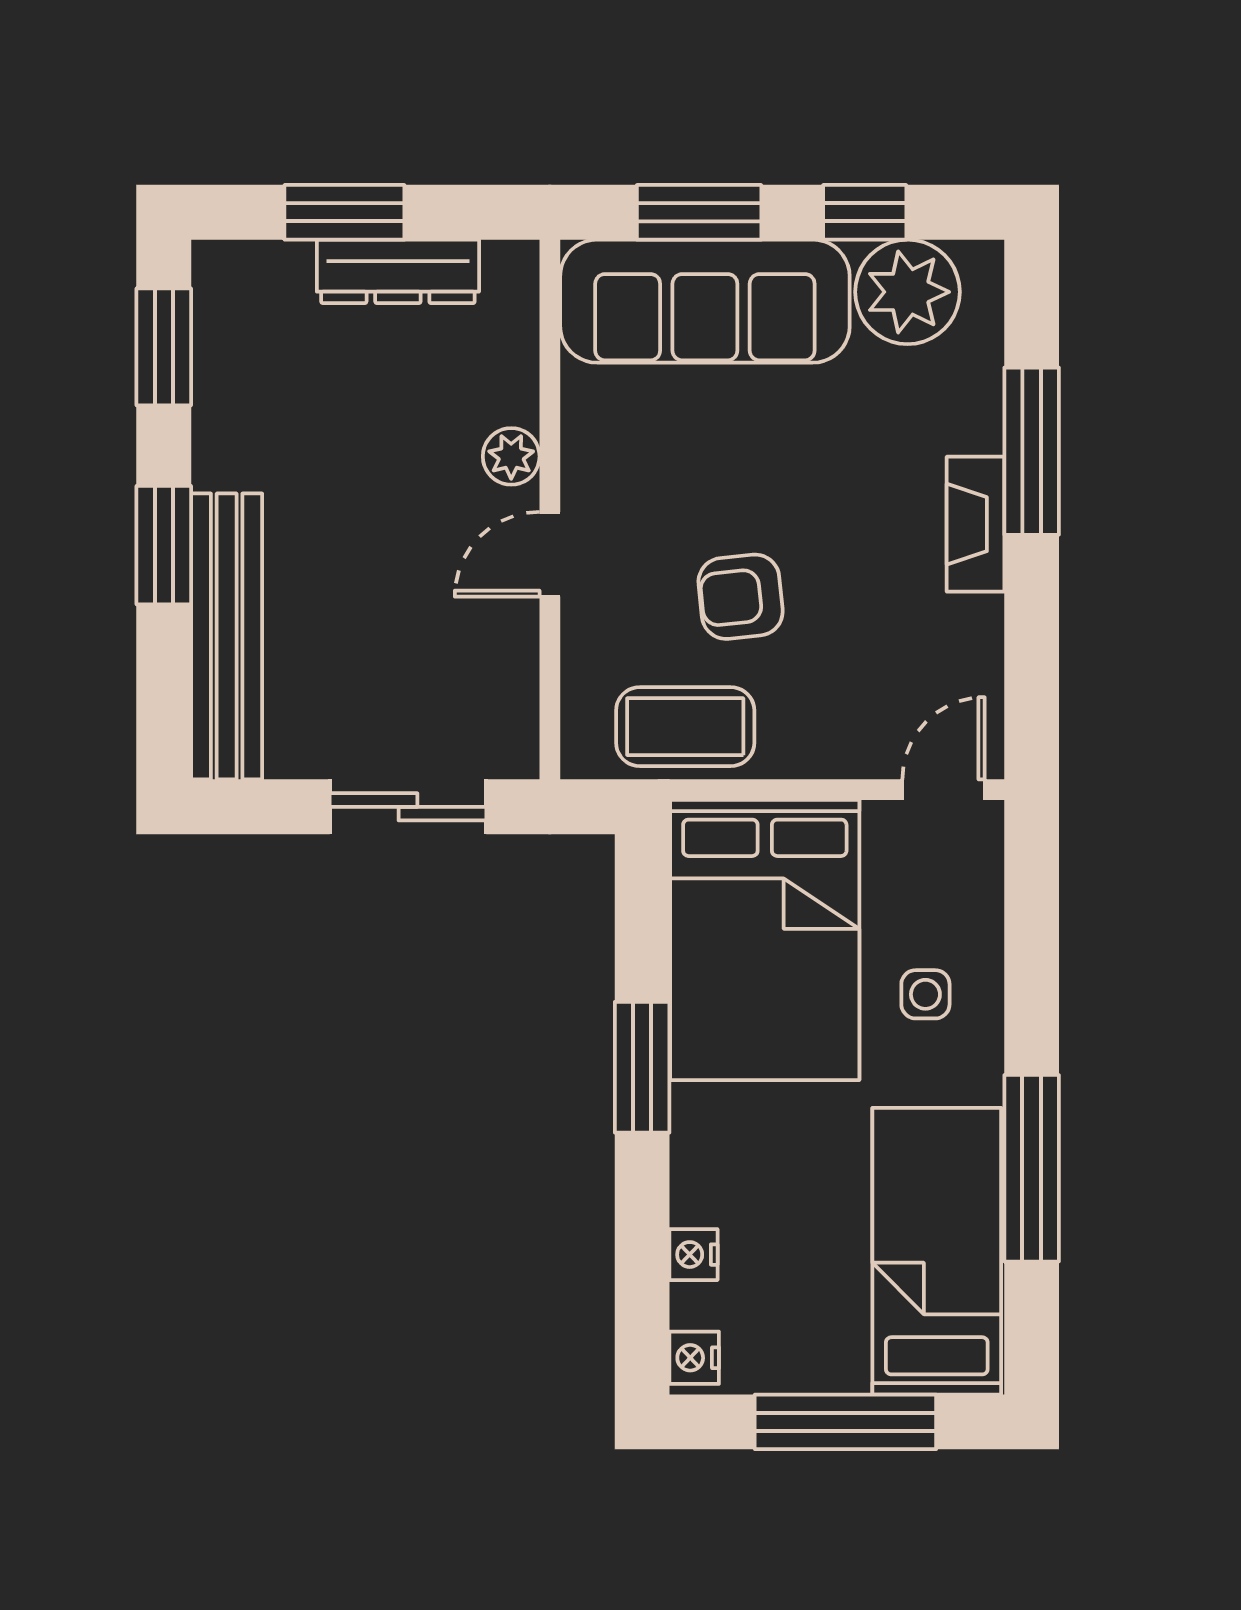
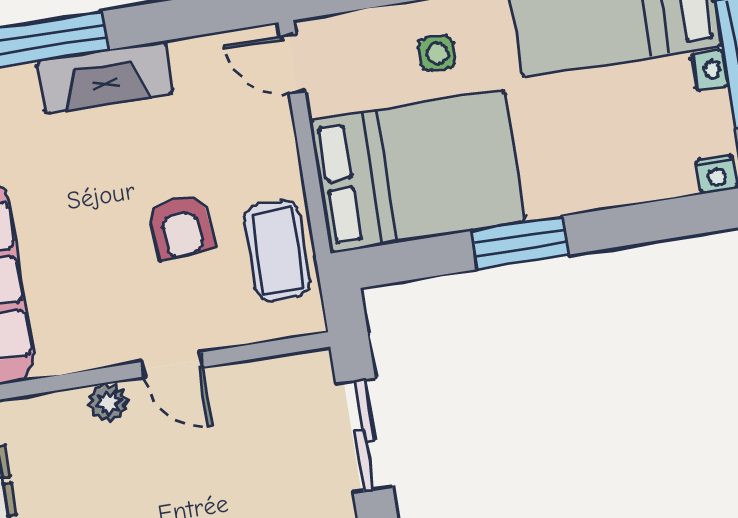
fireplace: (975, 524) -> (105, 77), width x1.37, depth x1.32
nightstand: (694, 1255) -> (709, 70), moved, turned -90

